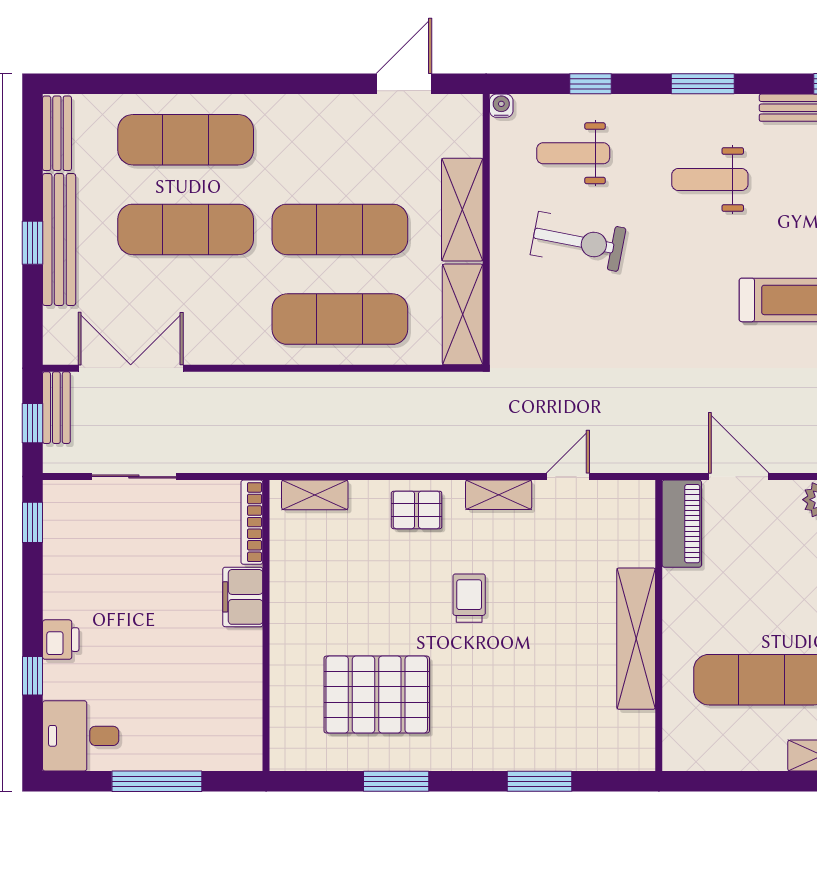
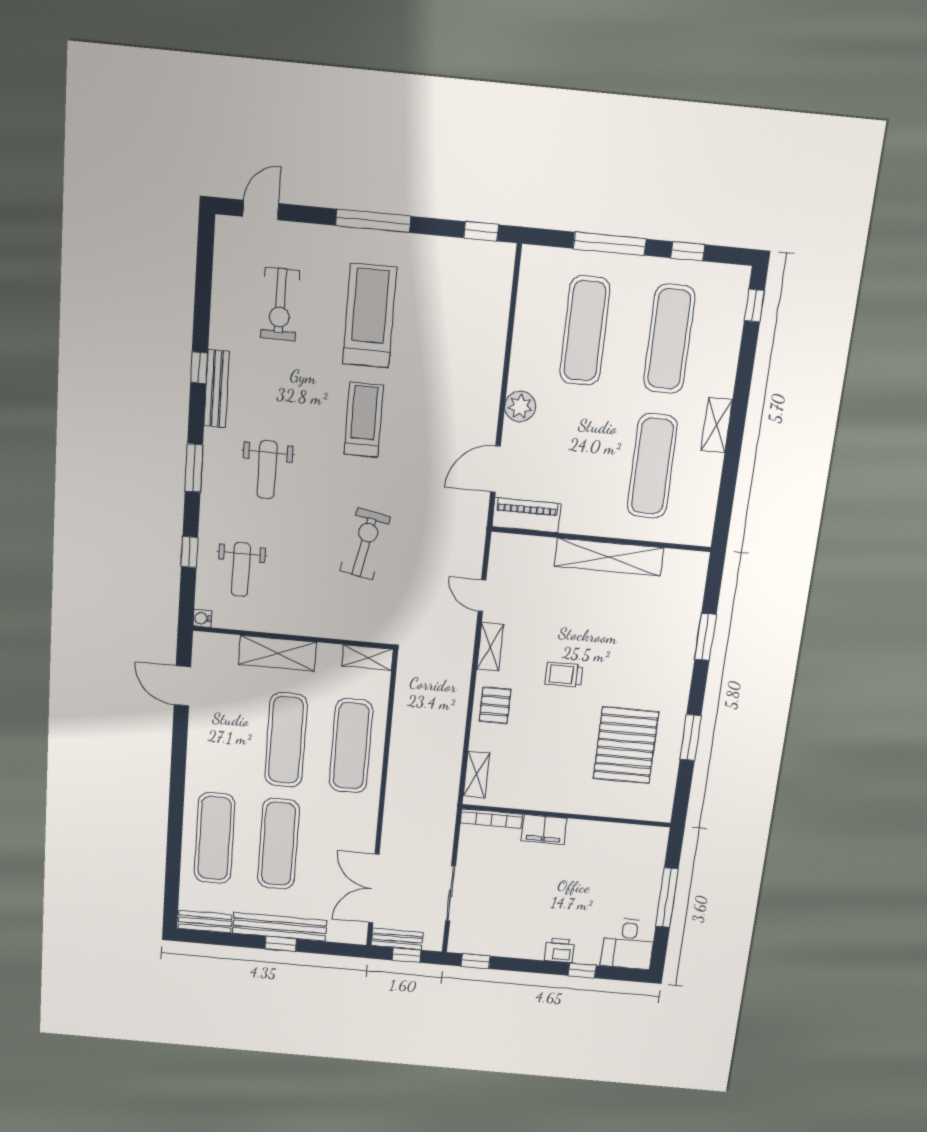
exercise bike: (578, 241) -> (365, 544), moved
shelving: (463, 314) -> (367, 658), width x0.67, depth x0.75

